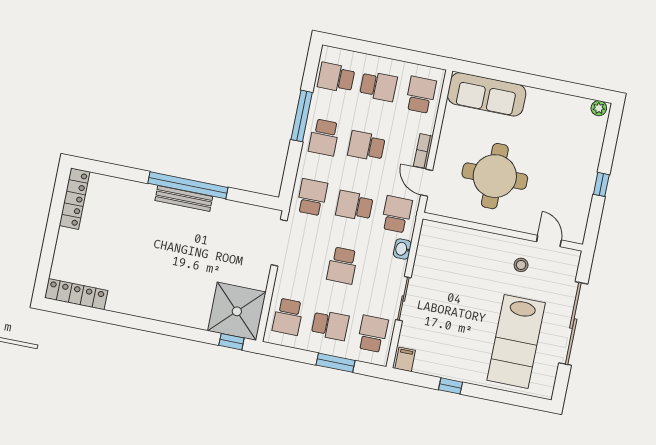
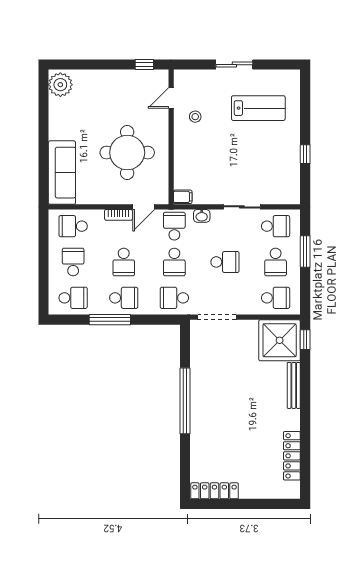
school desk: (336, 78) -> (73, 298), turned -90
plant: (599, 108) -> (60, 85), width x1.87, depth x1.87
window: (601, 184) -> (144, 65), moved
bench: (184, 199) -> (294, 385), moved
school desk: (397, 214) -> (174, 226), turned 90
locker: (76, 294) -> (292, 456), moved
sliding door: (573, 324) -> (234, 65), width x0.54
school desk: (330, 325) -> (276, 262), turned 180
school desk: (373, 334) -> (276, 226), turned 180
lab bench: (516, 342) -> (258, 108), width x0.73, depth x0.72
filing cabinet: (405, 359) -> (183, 197), moved, turned 180

